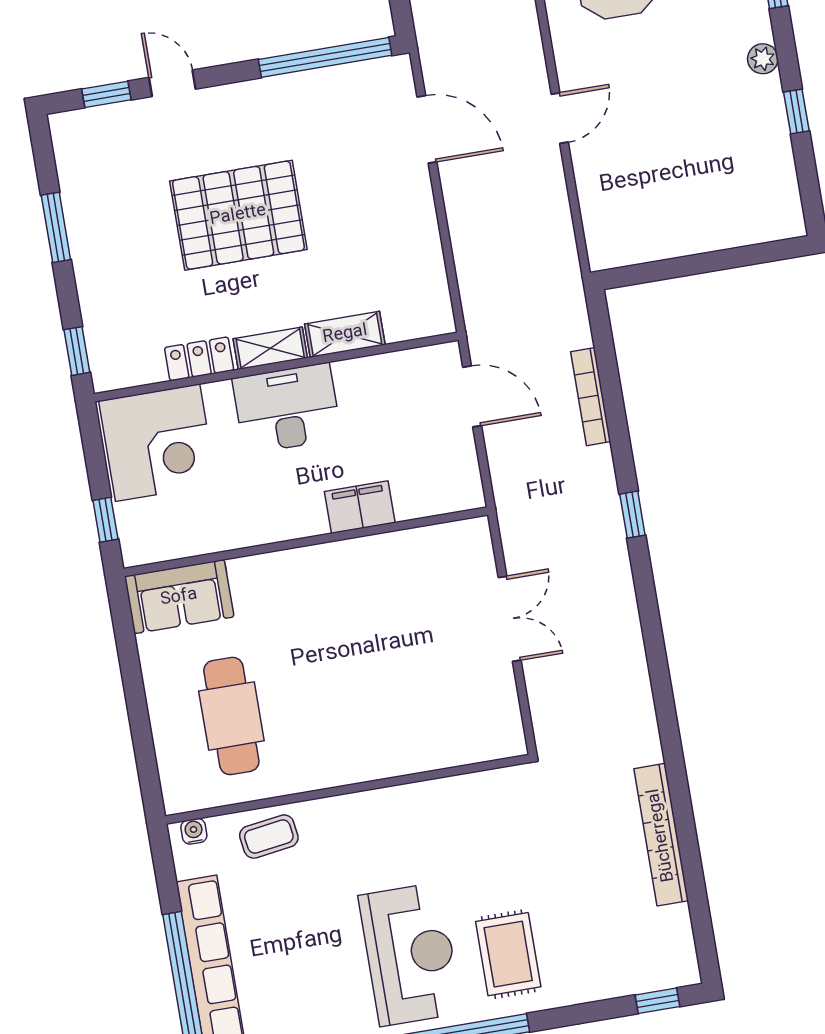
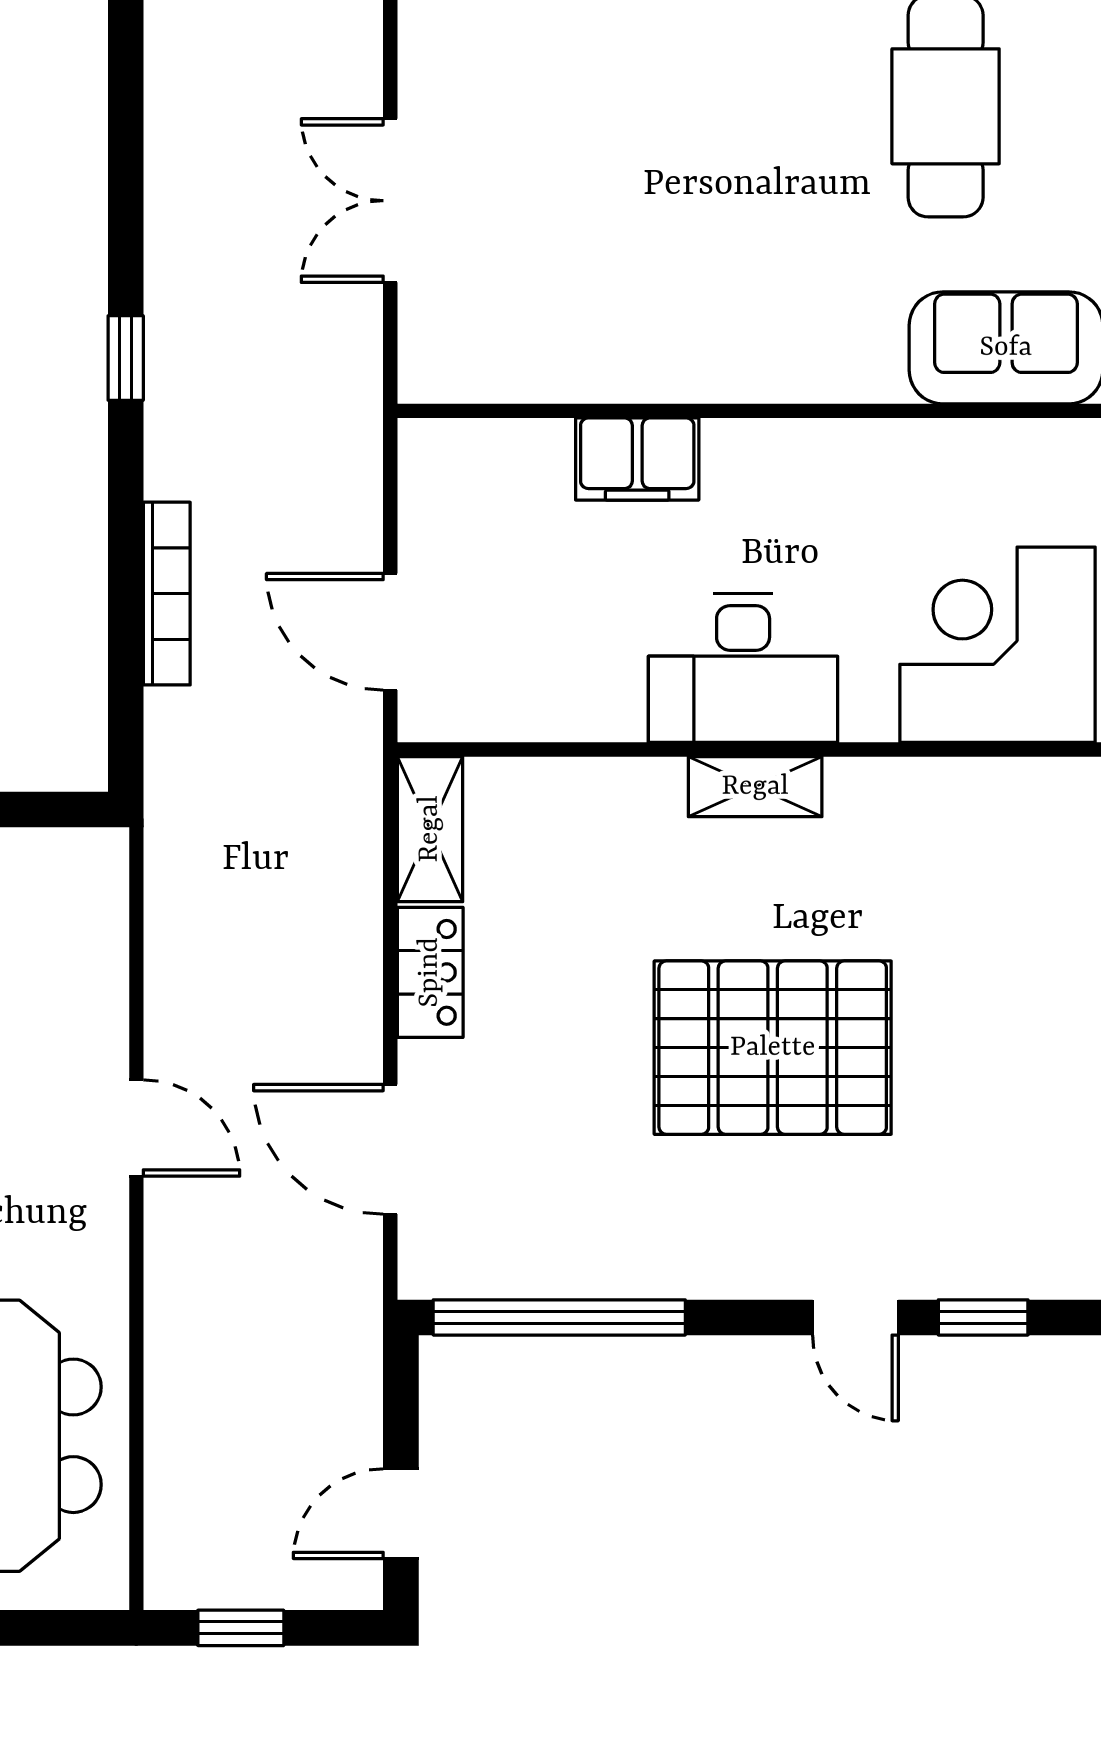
door: (560, 118) -> (136, 1128), swing flipped
shelving: (345, 334) -> (430, 829), moved, turned 90
locker: (199, 359) -> (430, 972), moved, turned -90

